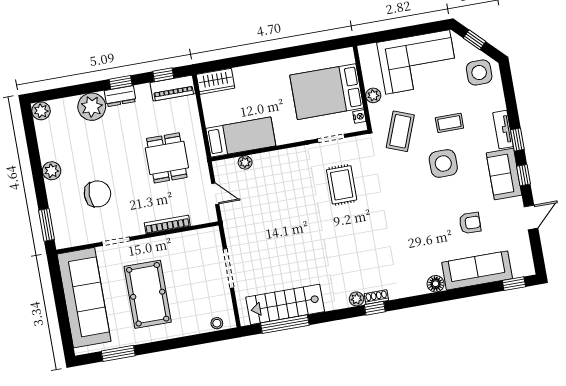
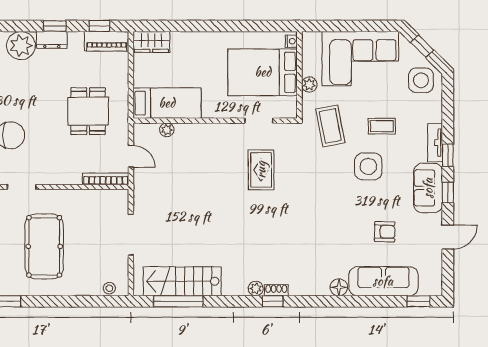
nightstand: (359, 116) -> (291, 41), moved
coffee table: (400, 131) -> (330, 126), turned -32
bookcase: (167, 224) -> (106, 179), moved

